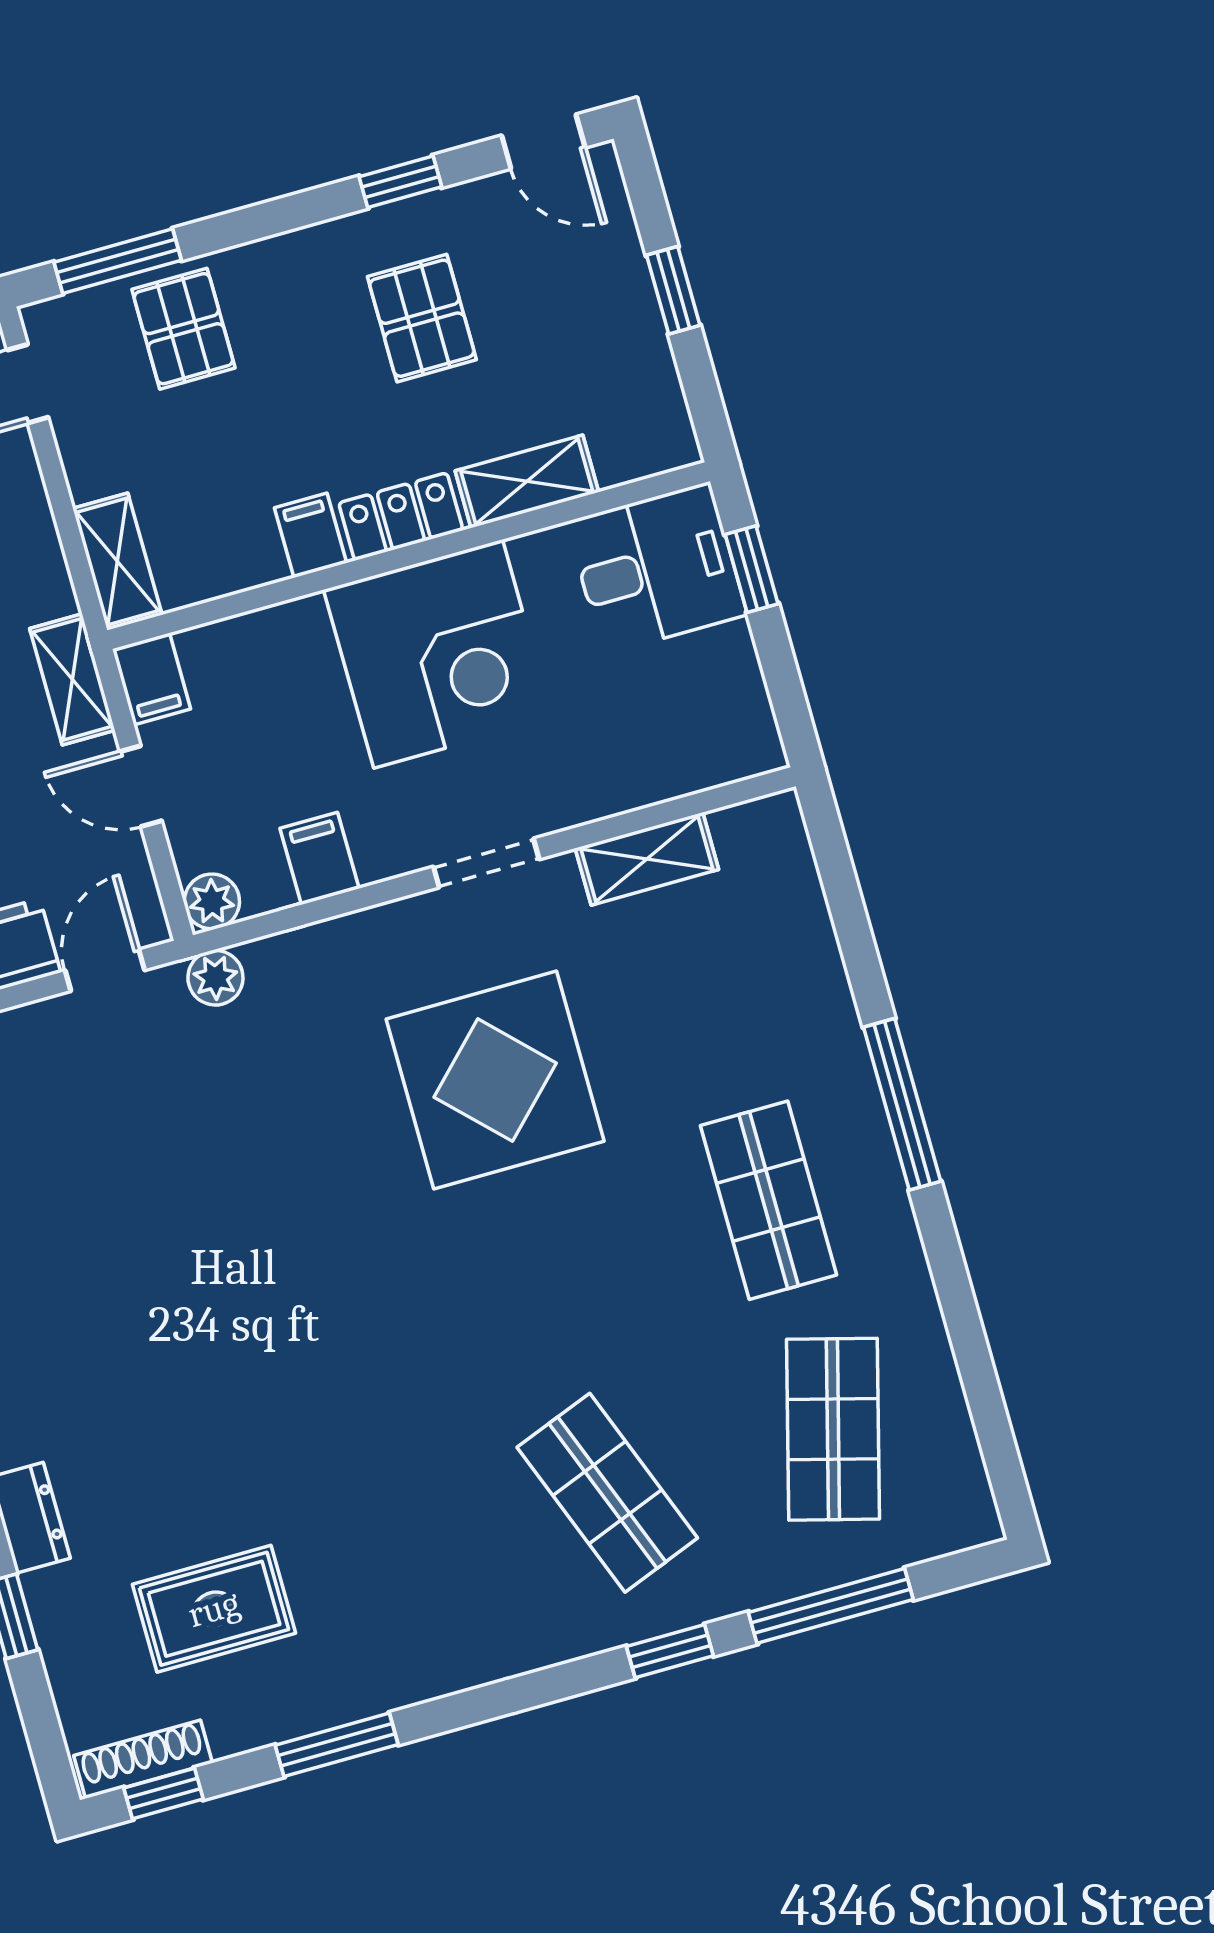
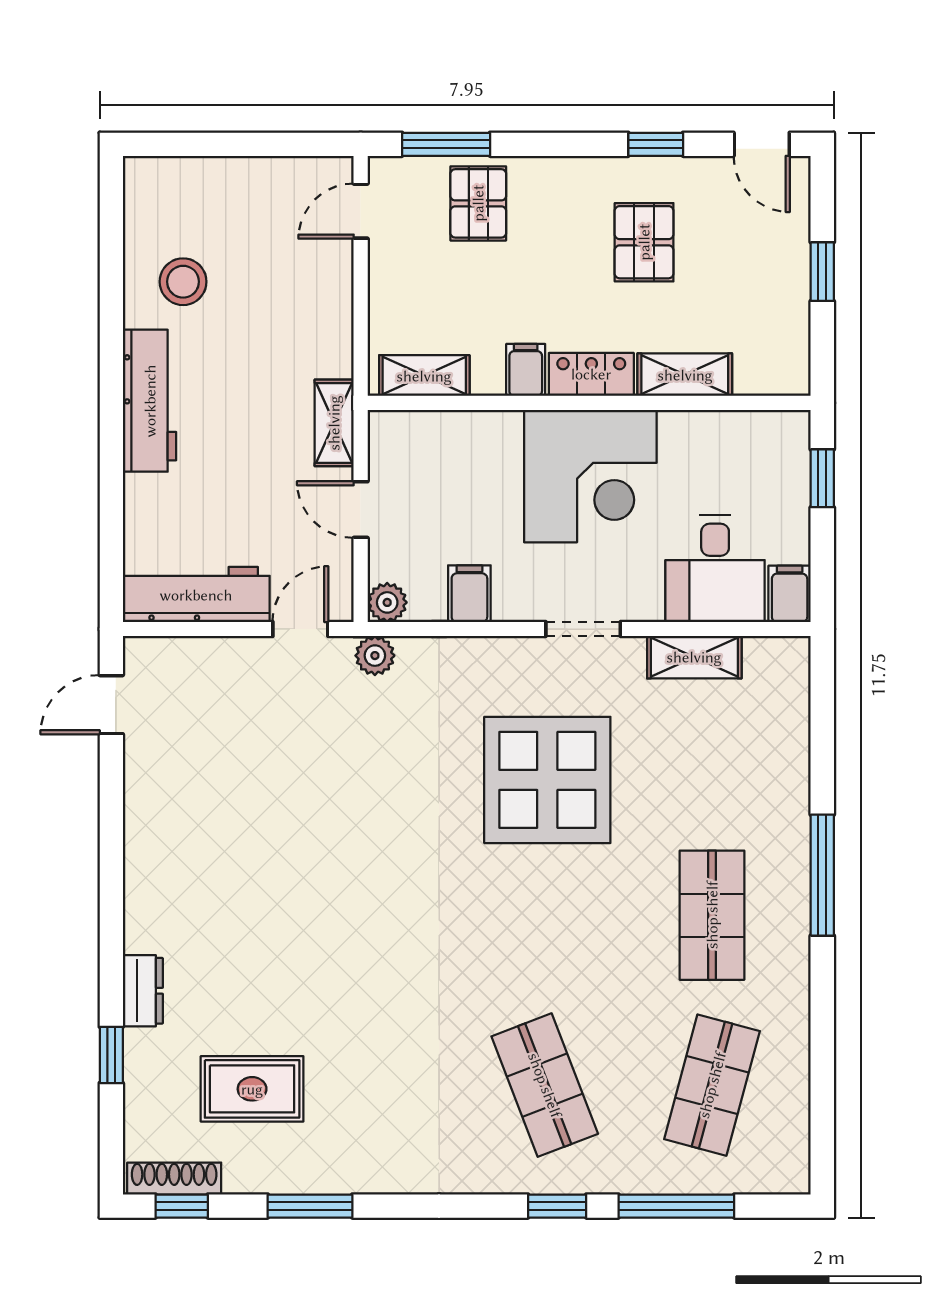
shelving: (117, 562) -> (424, 376), moved, turned 90
desk: (657, 568) -> (715, 569), moved, turned 90
filing cabinet: (152, 679) -> (790, 594), moved, turned 180

